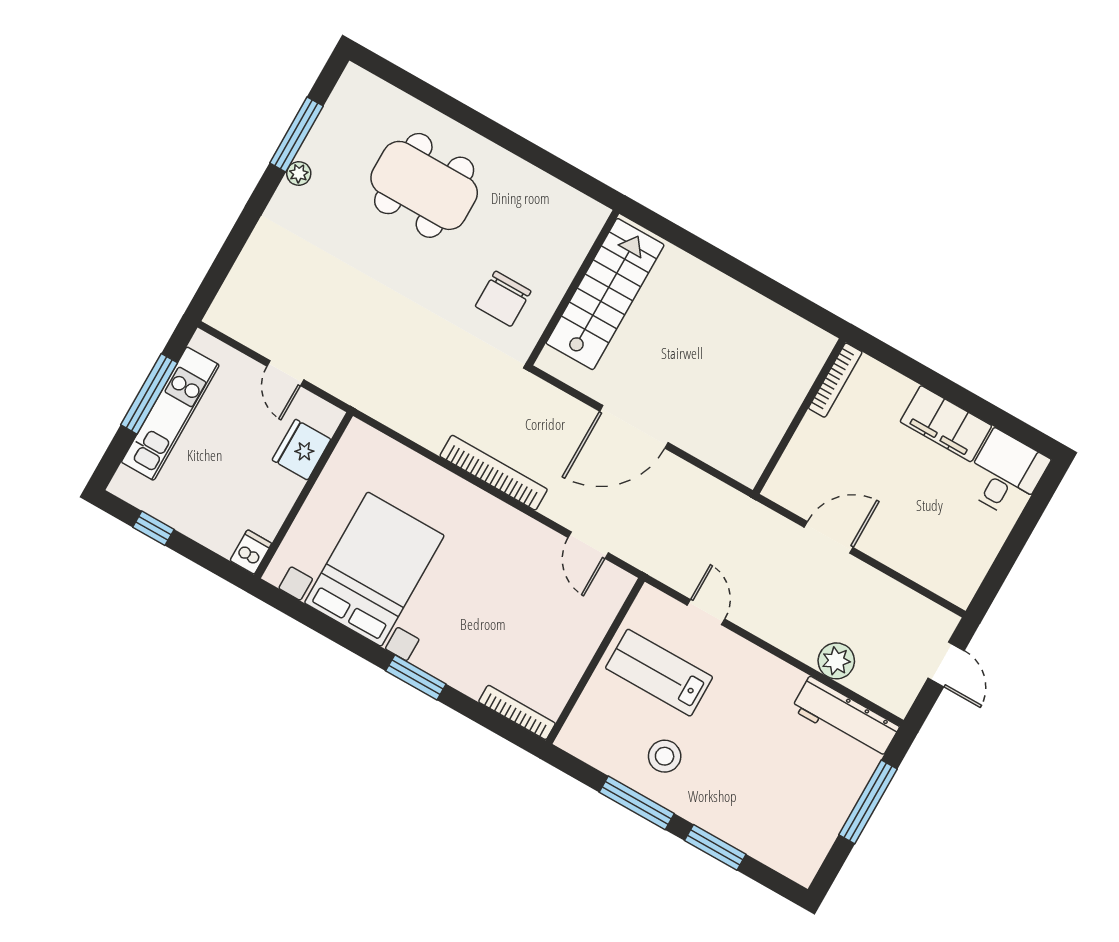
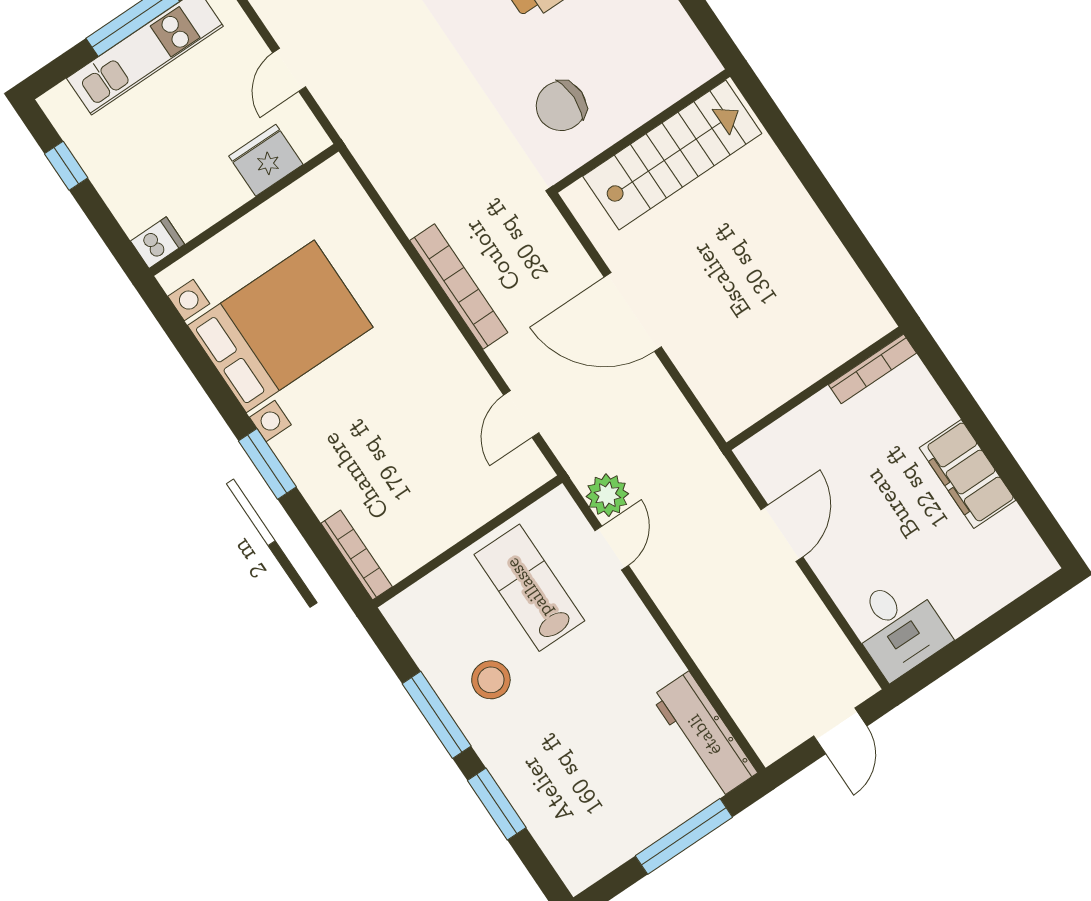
desk: (1005, 474) -> (898, 627), moved, turned 90
door: (829, 537) -> (782, 533), hinge flipped
plant: (836, 661) -> (607, 495), moved

